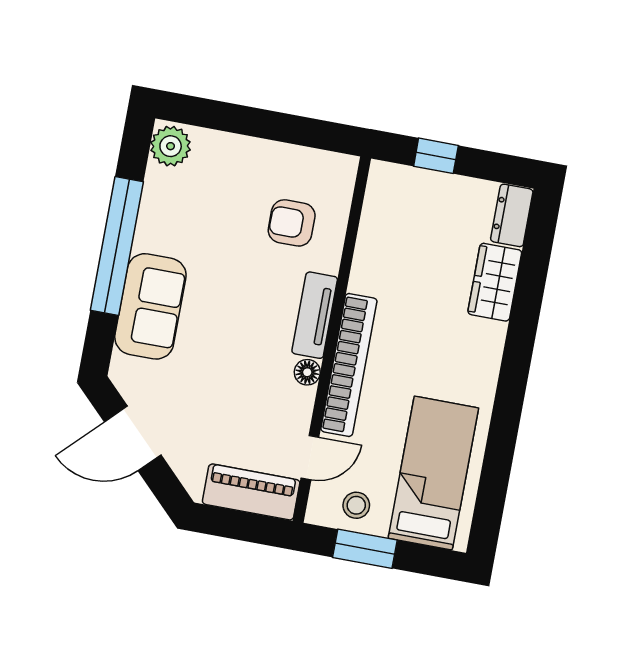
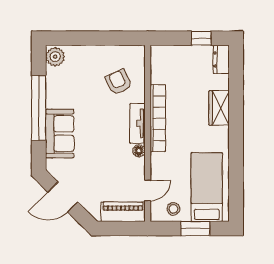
window: (436, 156) -> (201, 38), moved
armchair: (292, 223) -> (119, 82), turned 64
wardrobe: (495, 282) -> (219, 108), moved
bookcase: (349, 365) -> (158, 118), moved
window: (365, 549) -> (195, 228), moved

